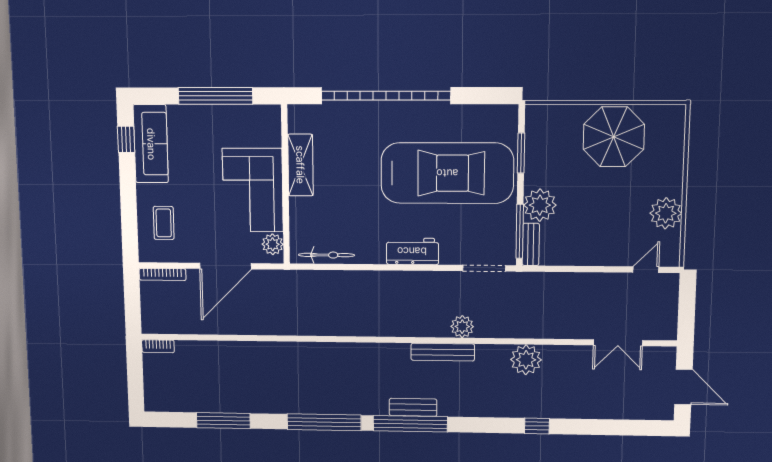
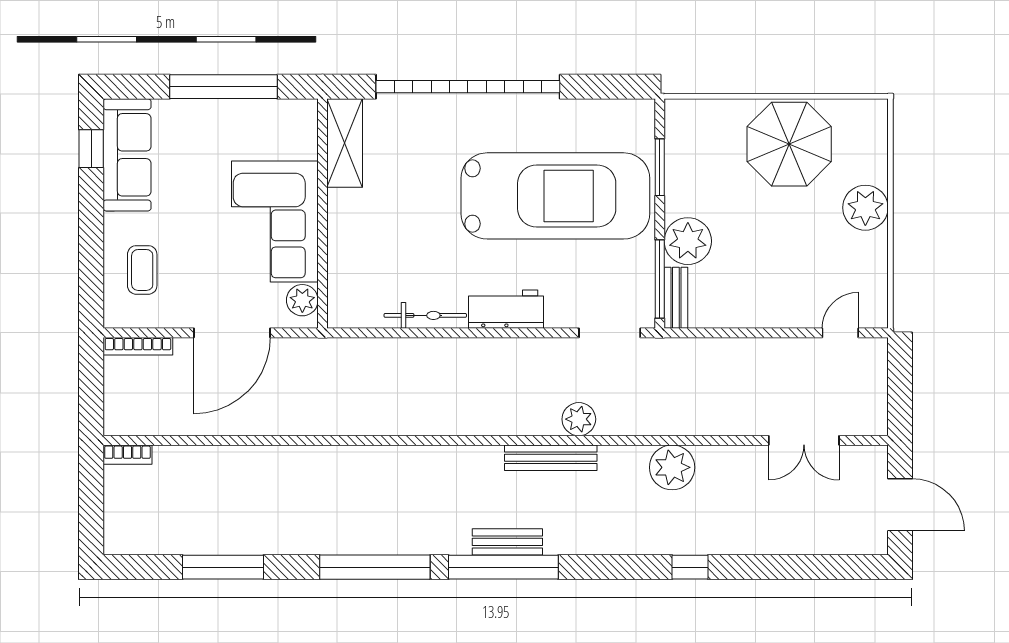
shelving: (300, 165) -> (345, 143), moved
plant: (666, 213) -> (865, 208), moved
bicycle: (326, 255) -> (425, 315), moved

